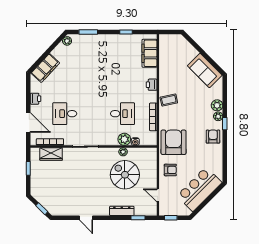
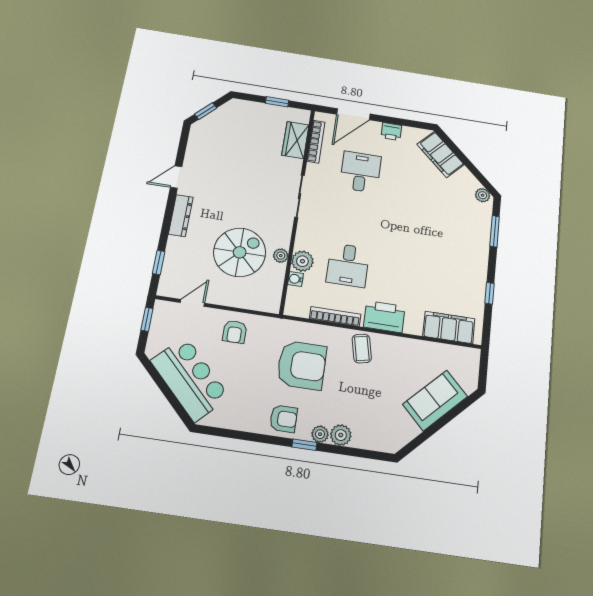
sofa: (205, 70) -> (435, 400), moved
printer: (152, 85) -> (384, 317), width x1.87, depth x1.48
armchair: (174, 142) -> (302, 365), moved
dresser: (122, 211) -> (181, 216), moved

